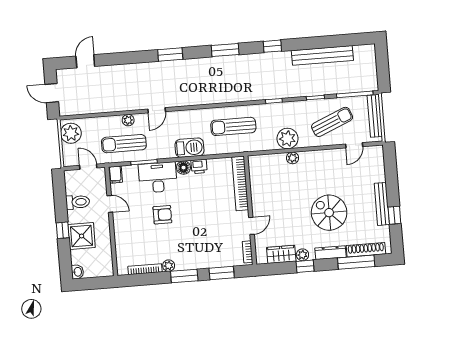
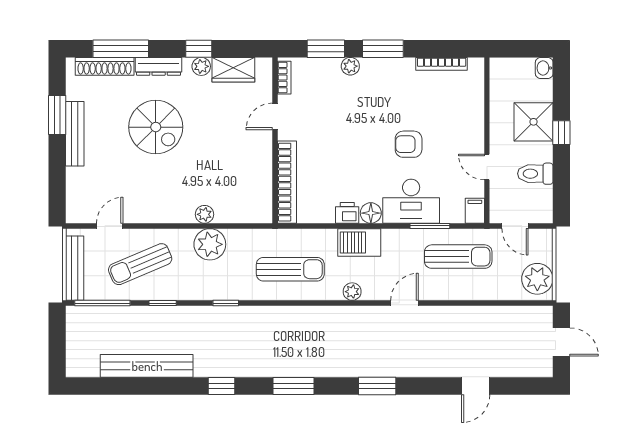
door: (85, 61) -> (476, 386), moved
plant: (128, 120) -> (352, 292), moved
window: (394, 215) -> (57, 115), width x1.50
plant: (169, 266) -> (350, 66), moved

